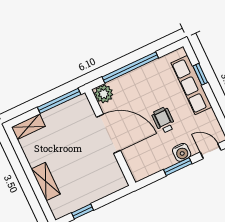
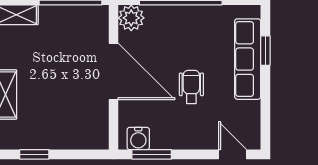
water cooler: (182, 152) -> (138, 139), moved
window: (178, 167) -> (152, 154), moved

